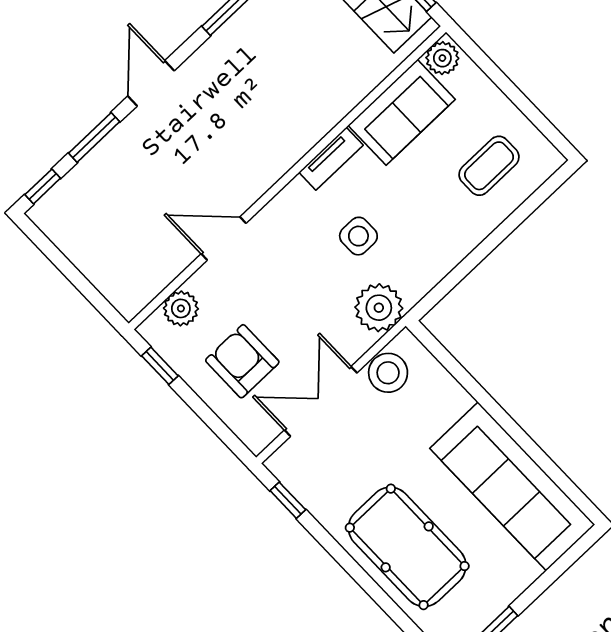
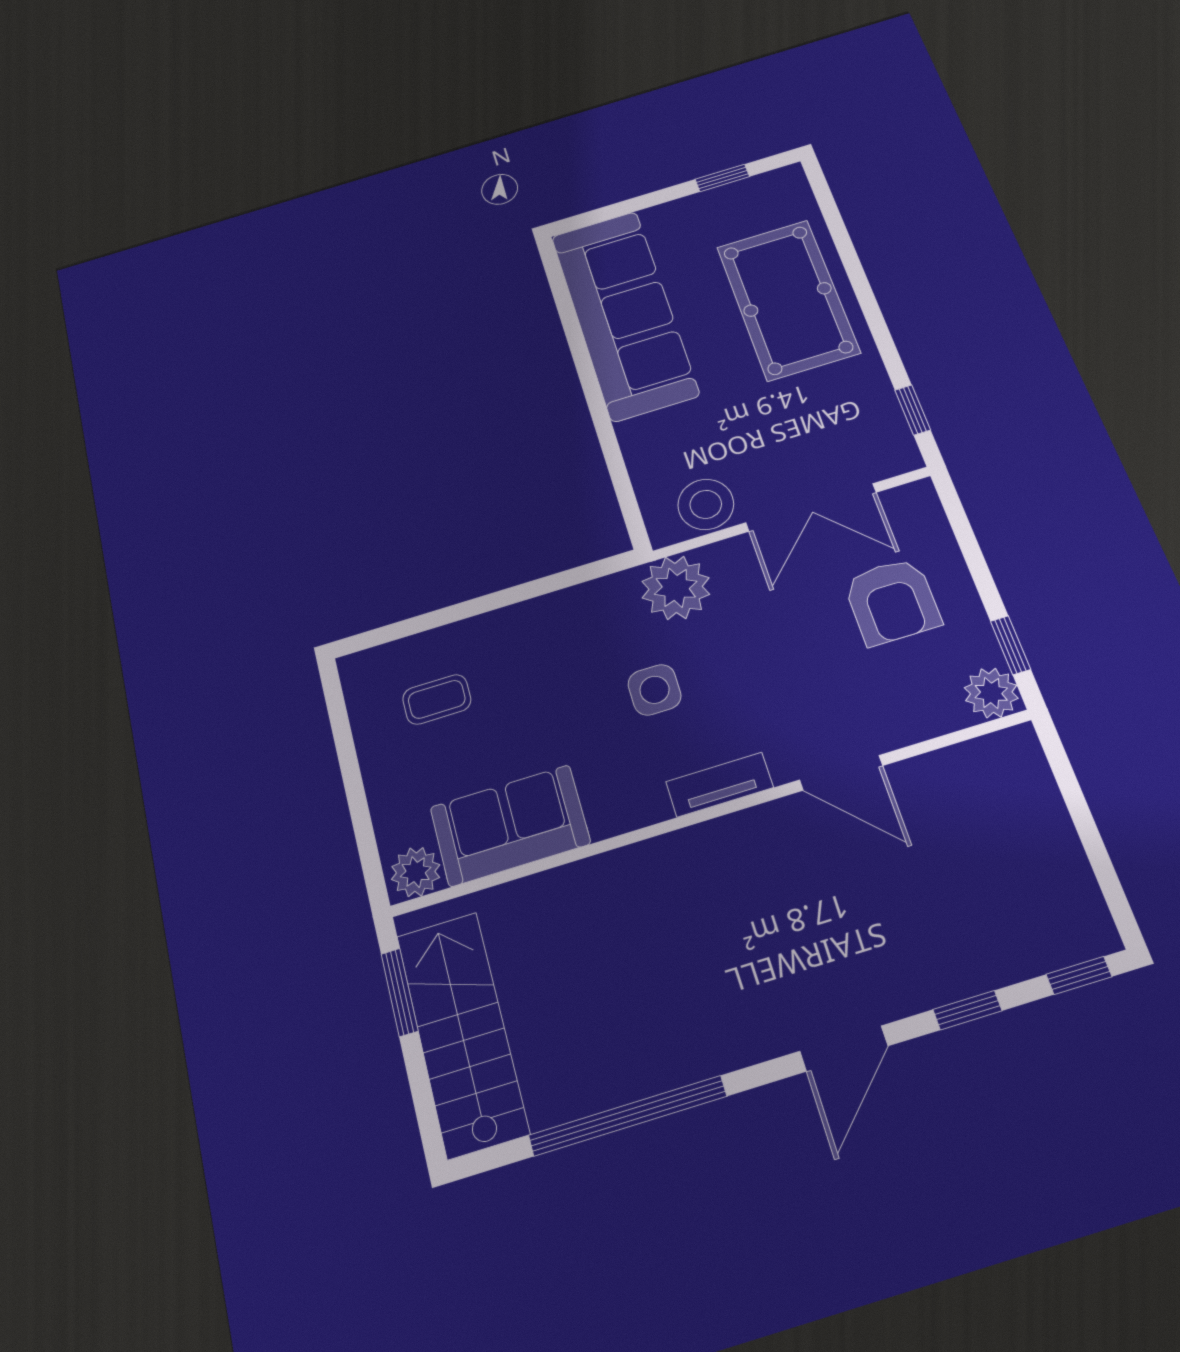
window: (94, 137) -> (967, 1010), width x0.67
tv unit: (331, 159) -> (720, 785), moved
coffee table: (489, 166) -> (437, 699), width x0.73, depth x0.77
plant: (181, 308) -> (991, 693), moved

